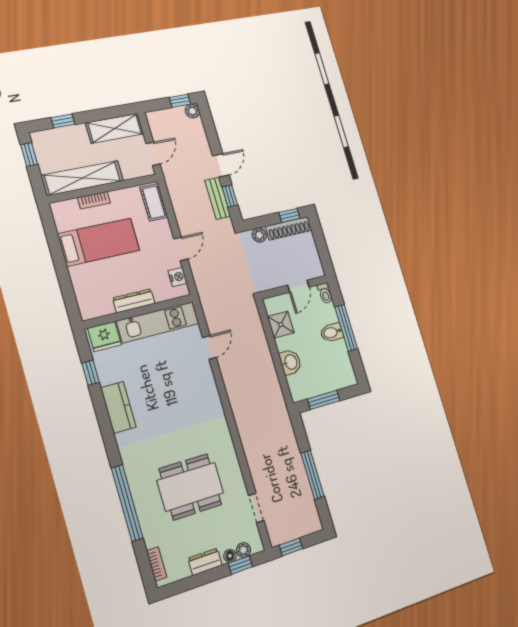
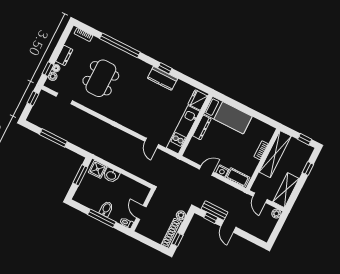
window: (180, 101) -> (274, 235), removed
plant: (192, 111) -> (276, 214), moved
bed: (99, 242) -> (228, 115), moved, turned -90
door: (181, 249) -> (206, 171), swing flipped
nightstand: (178, 277) -> (222, 171), moved
shower: (281, 325) -> (98, 169), moved
window: (90, 373) -> (165, 68), moved

